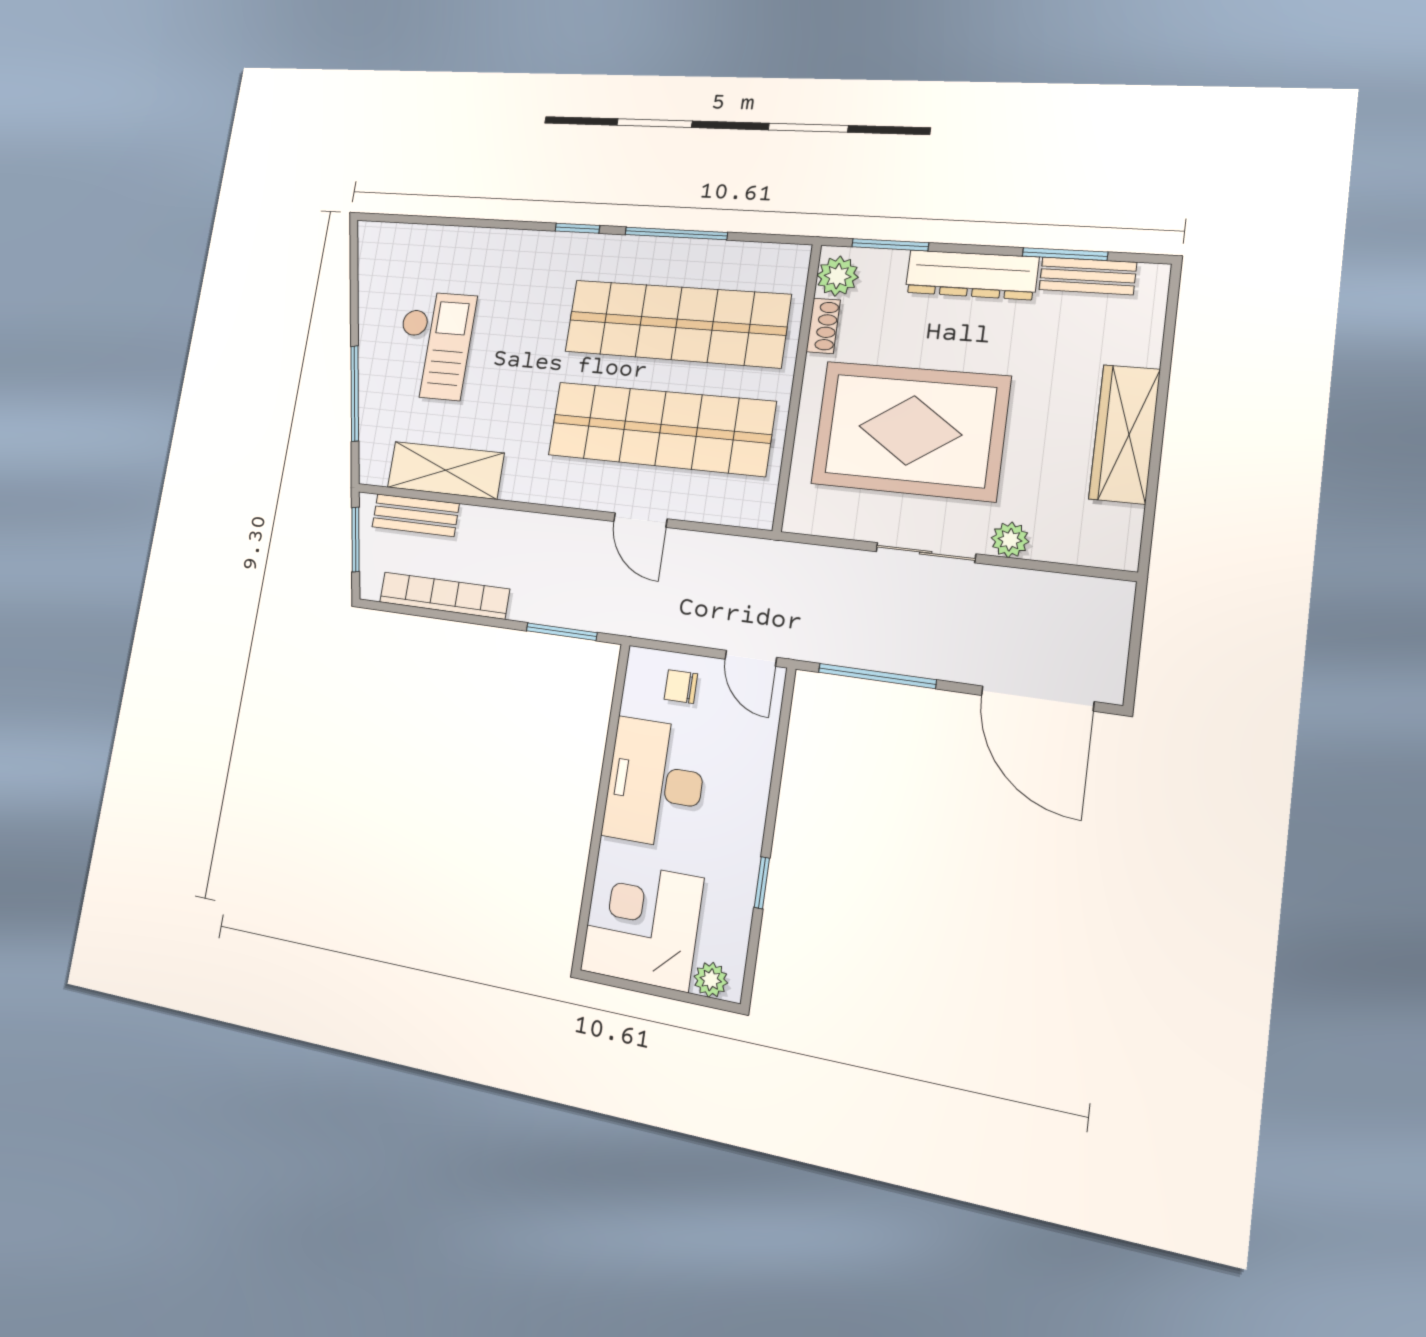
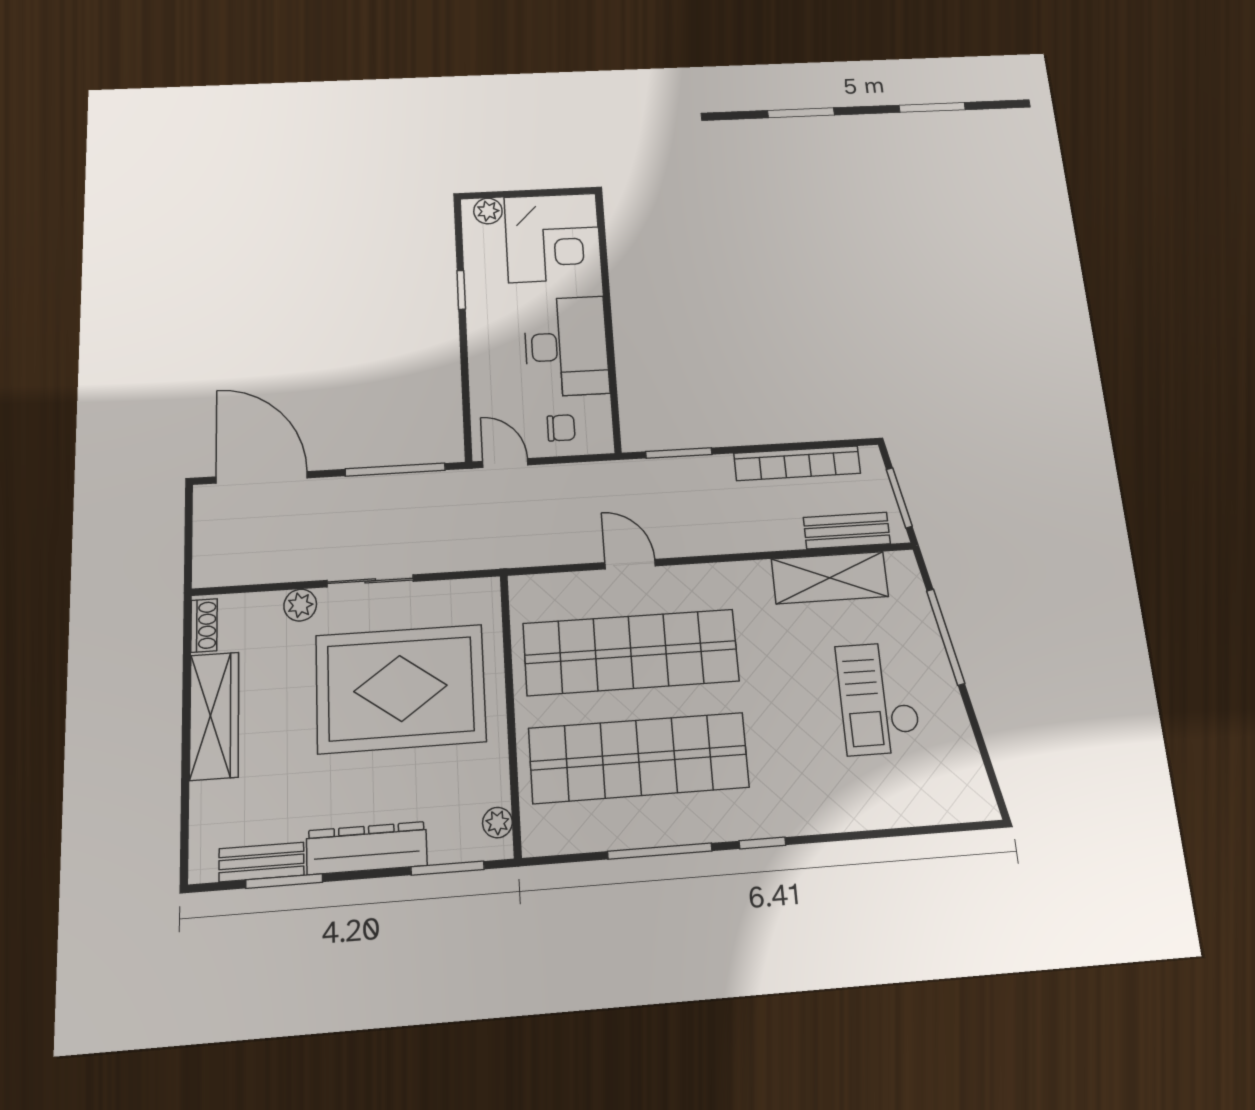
plant: (838, 276) -> (497, 823), width x0.73, depth x0.73
shoe rack: (823, 326) -> (204, 625), moved, turned 180

